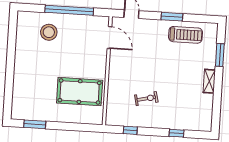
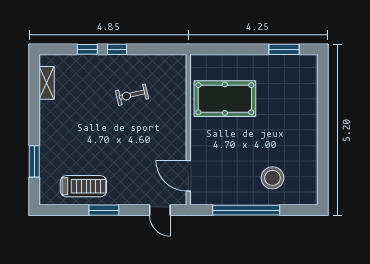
treadmill: (185, 35) -> (83, 186), turned 180
shelving: (209, 81) -> (47, 83), moved
window: (130, 130) -> (117, 49), moved

